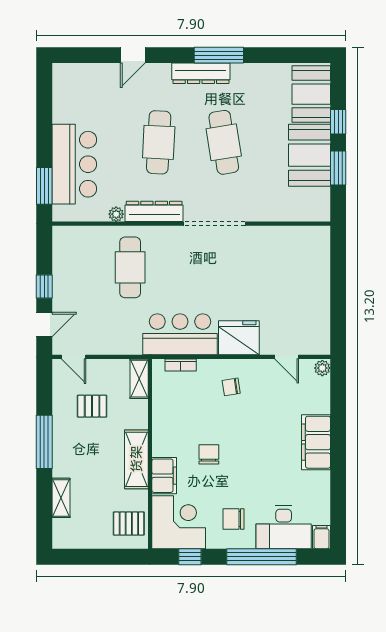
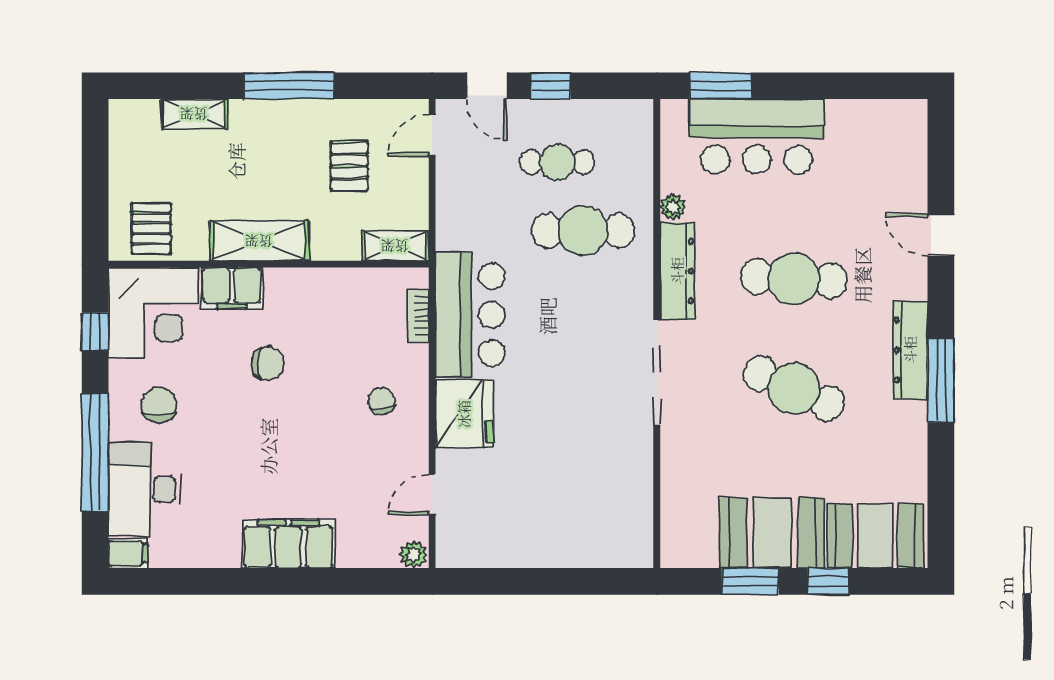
cafe table: (224, 142) -> (794, 388), turned 33
cafe table: (90, 283) -> (557, 162), added

